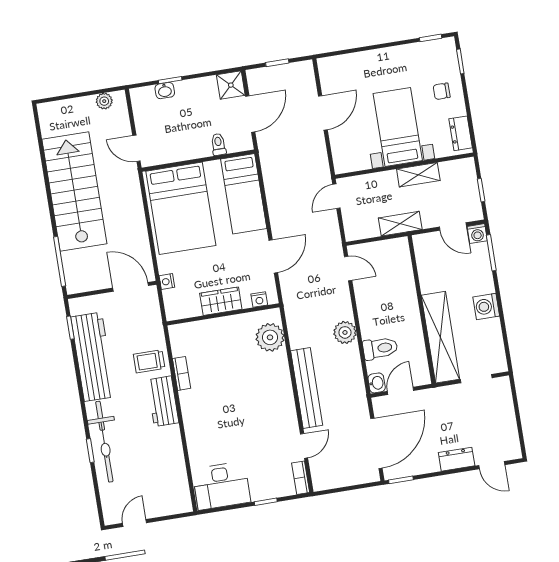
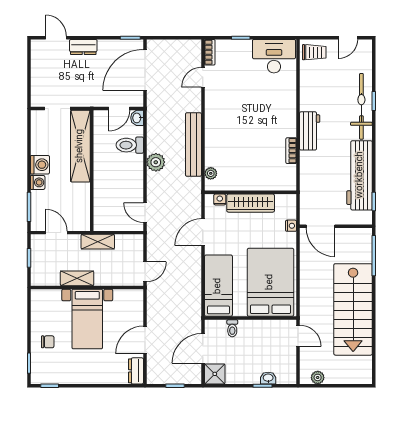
dresser: (461, 133) -> (136, 371), moved, turned 180
washing machine: (477, 234) -> (38, 182), moved, turned 90
wardrobe: (221, 301) -> (251, 203), width x1.50
plant: (270, 337) -> (211, 173), width x0.53, depth x0.53
trolley: (149, 361) -> (314, 52), moved
bench: (307, 388) -> (193, 145), moved

